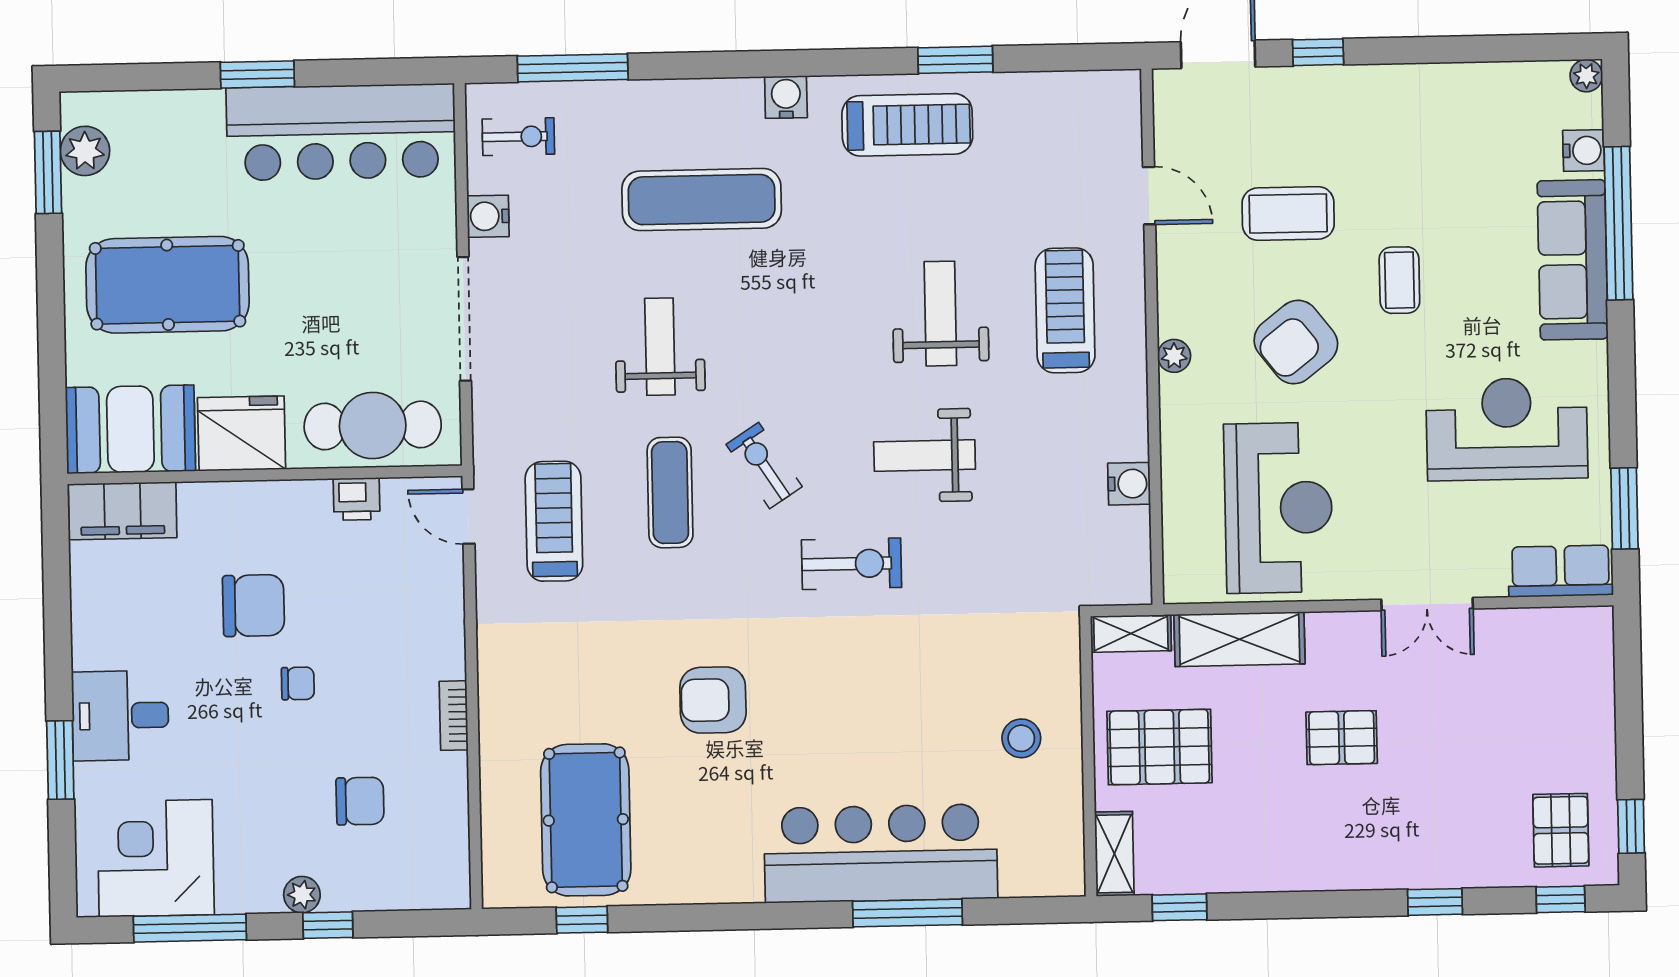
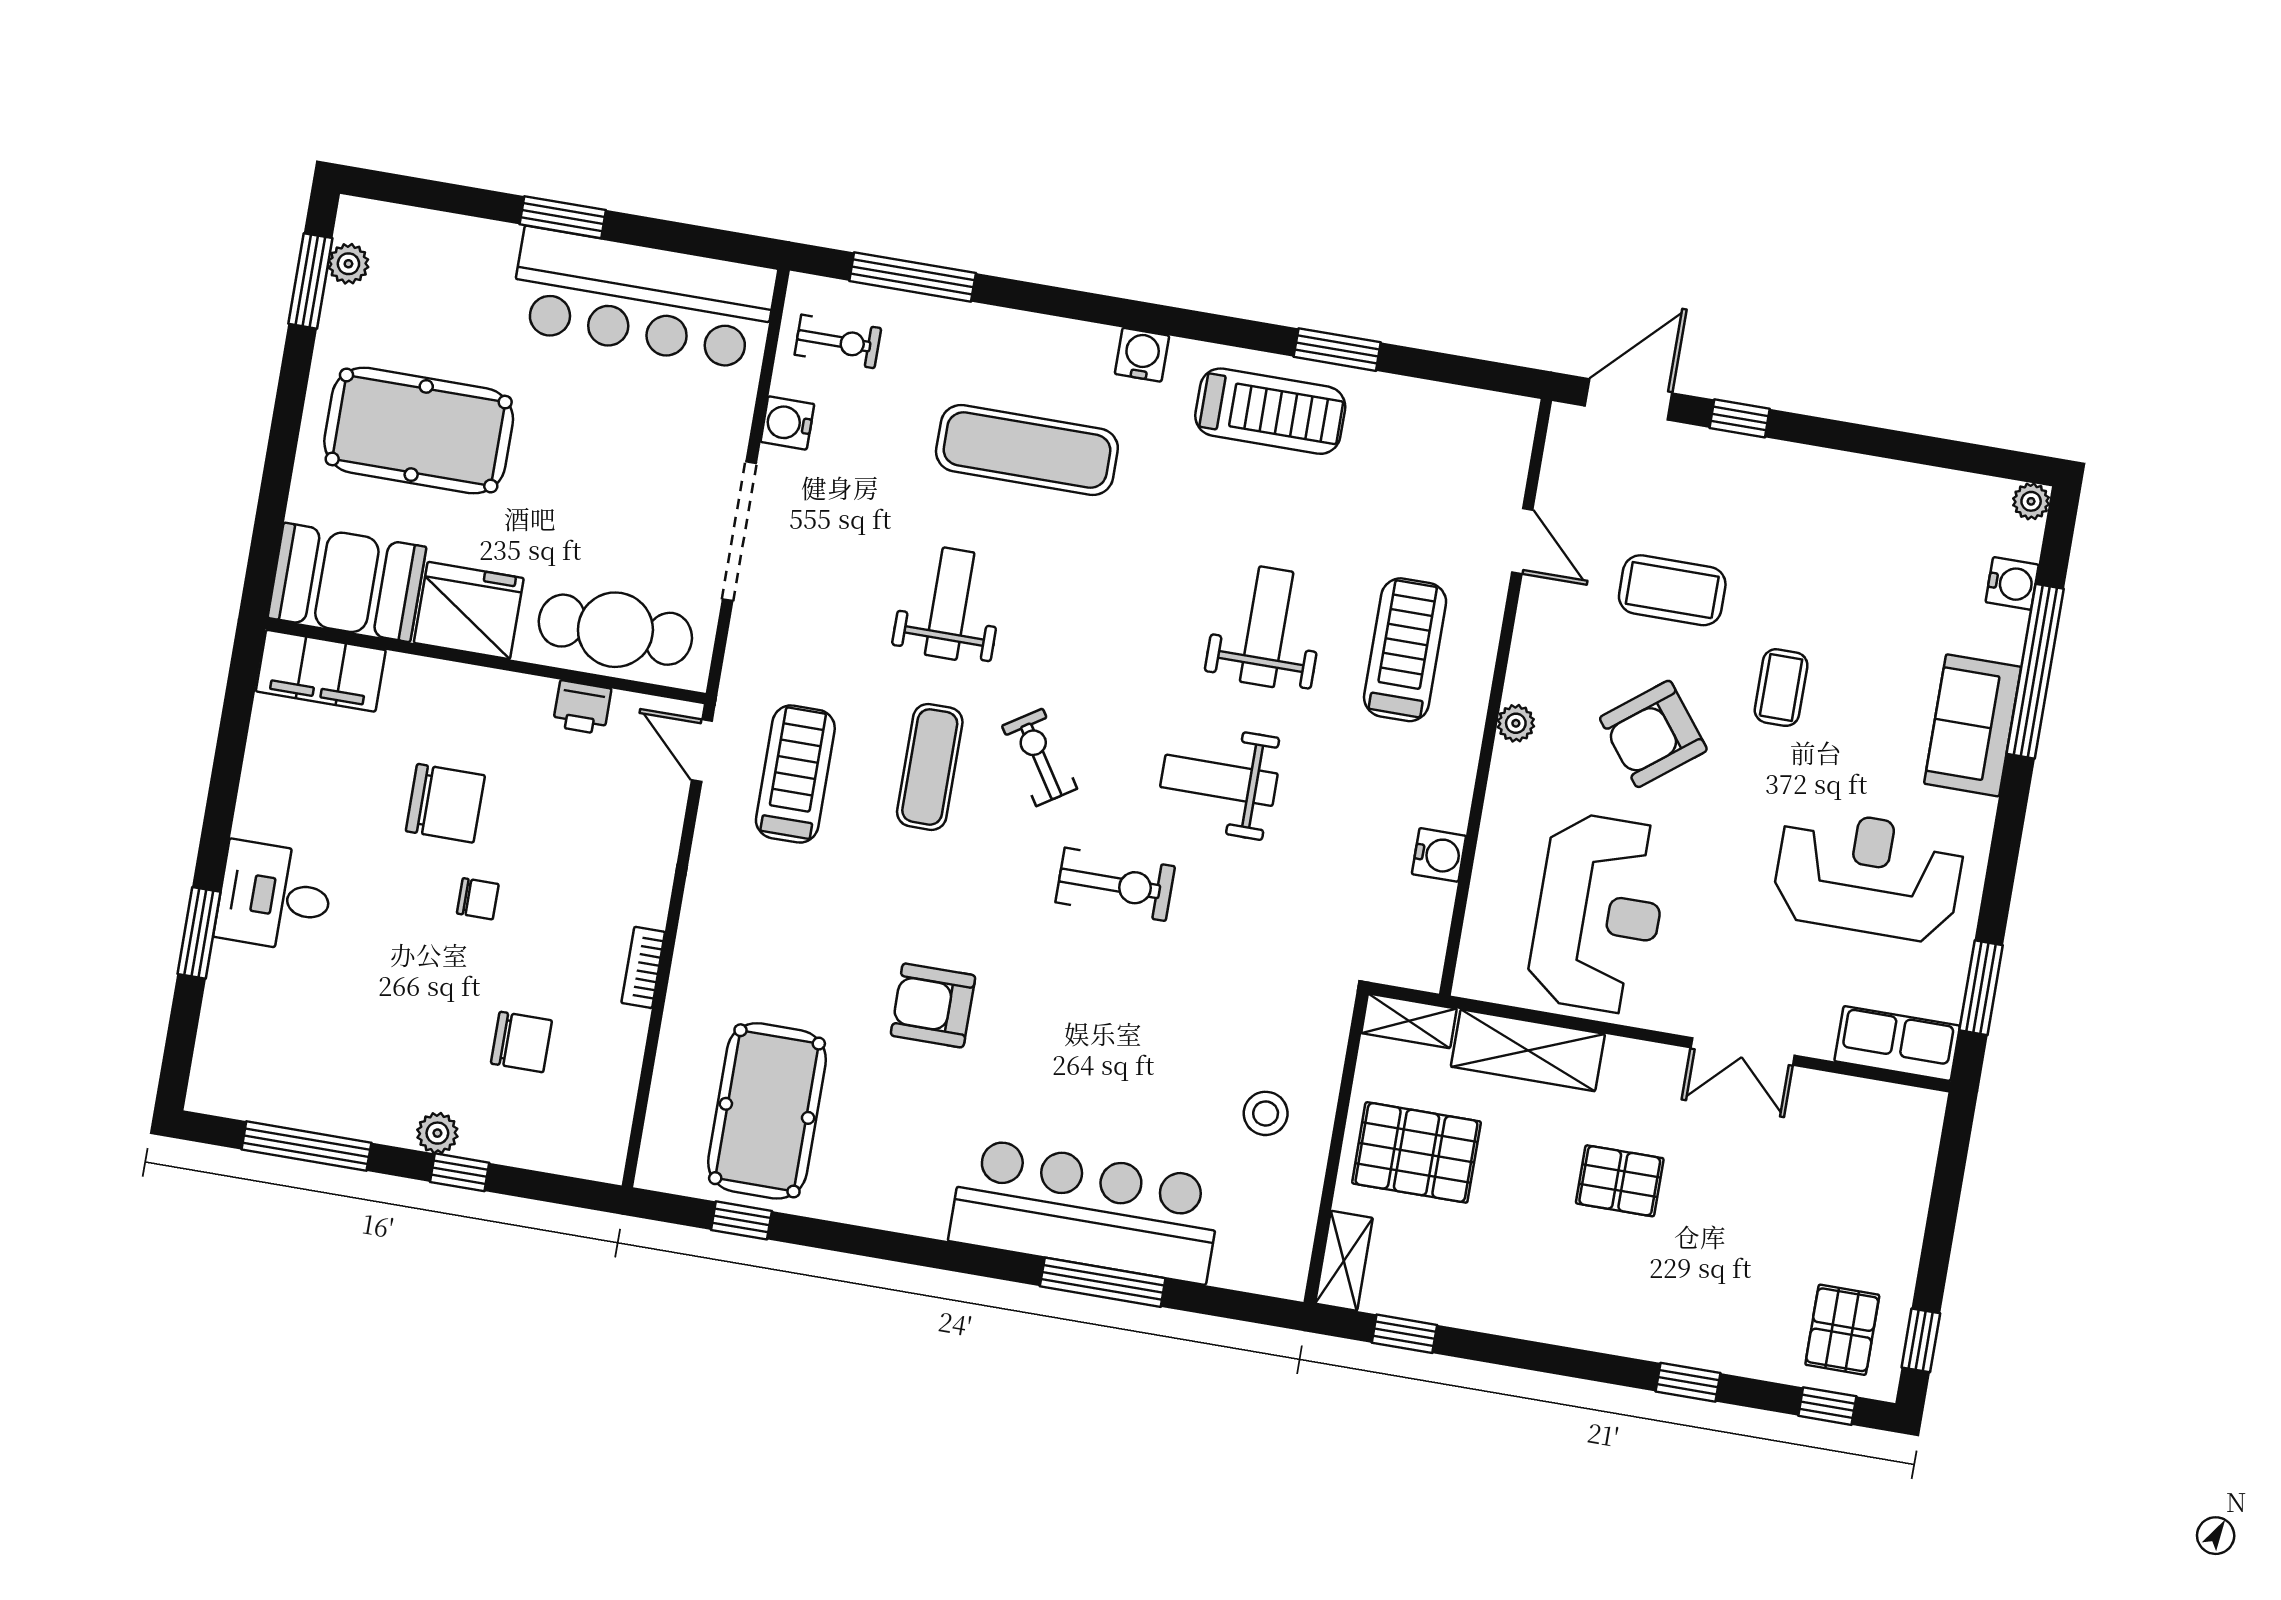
plant: (85, 151) -> (348, 264), width x0.73, depth x0.73
sofa: (1573, 260) -> (1973, 725), width x0.73
corner desk: (156, 858) -> (283, 1062), removed

